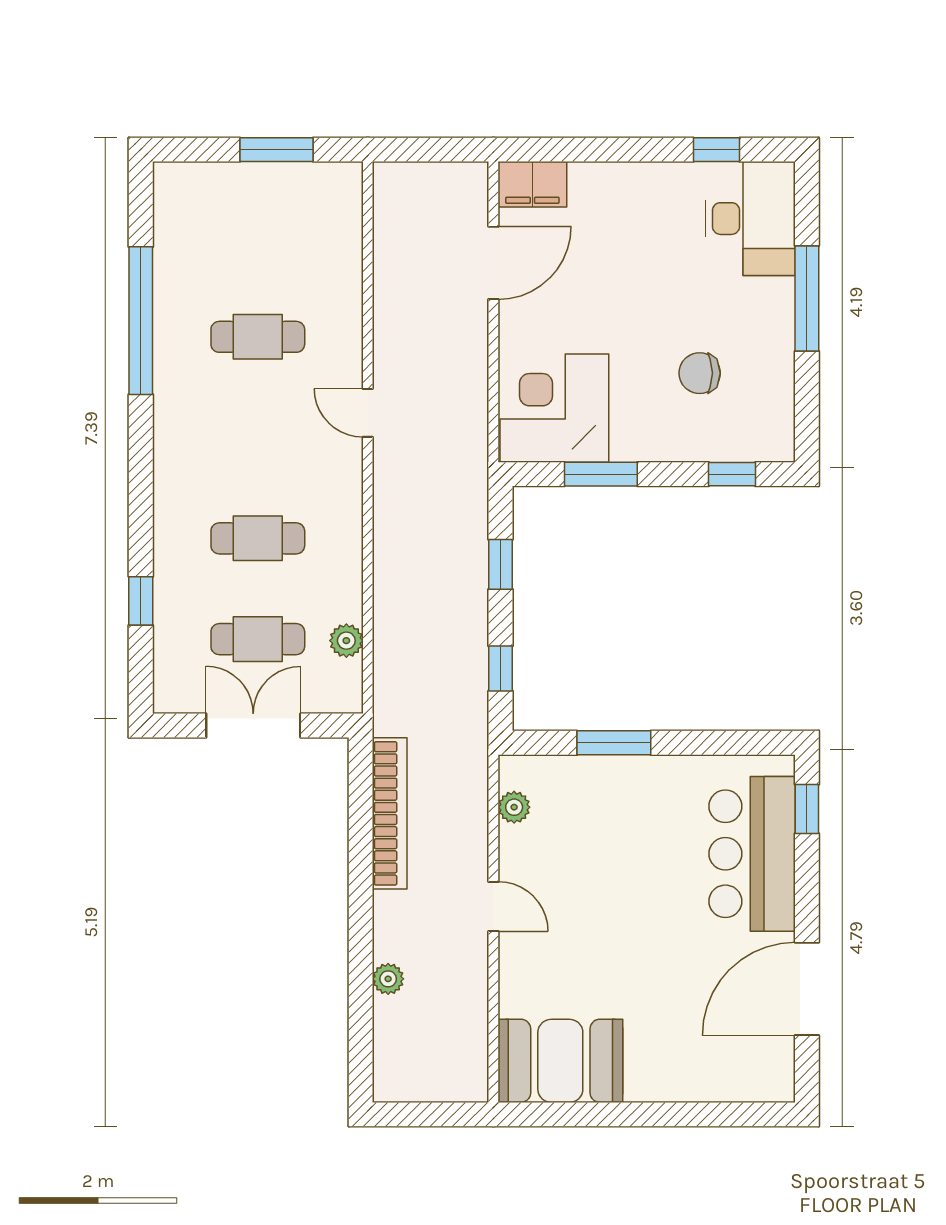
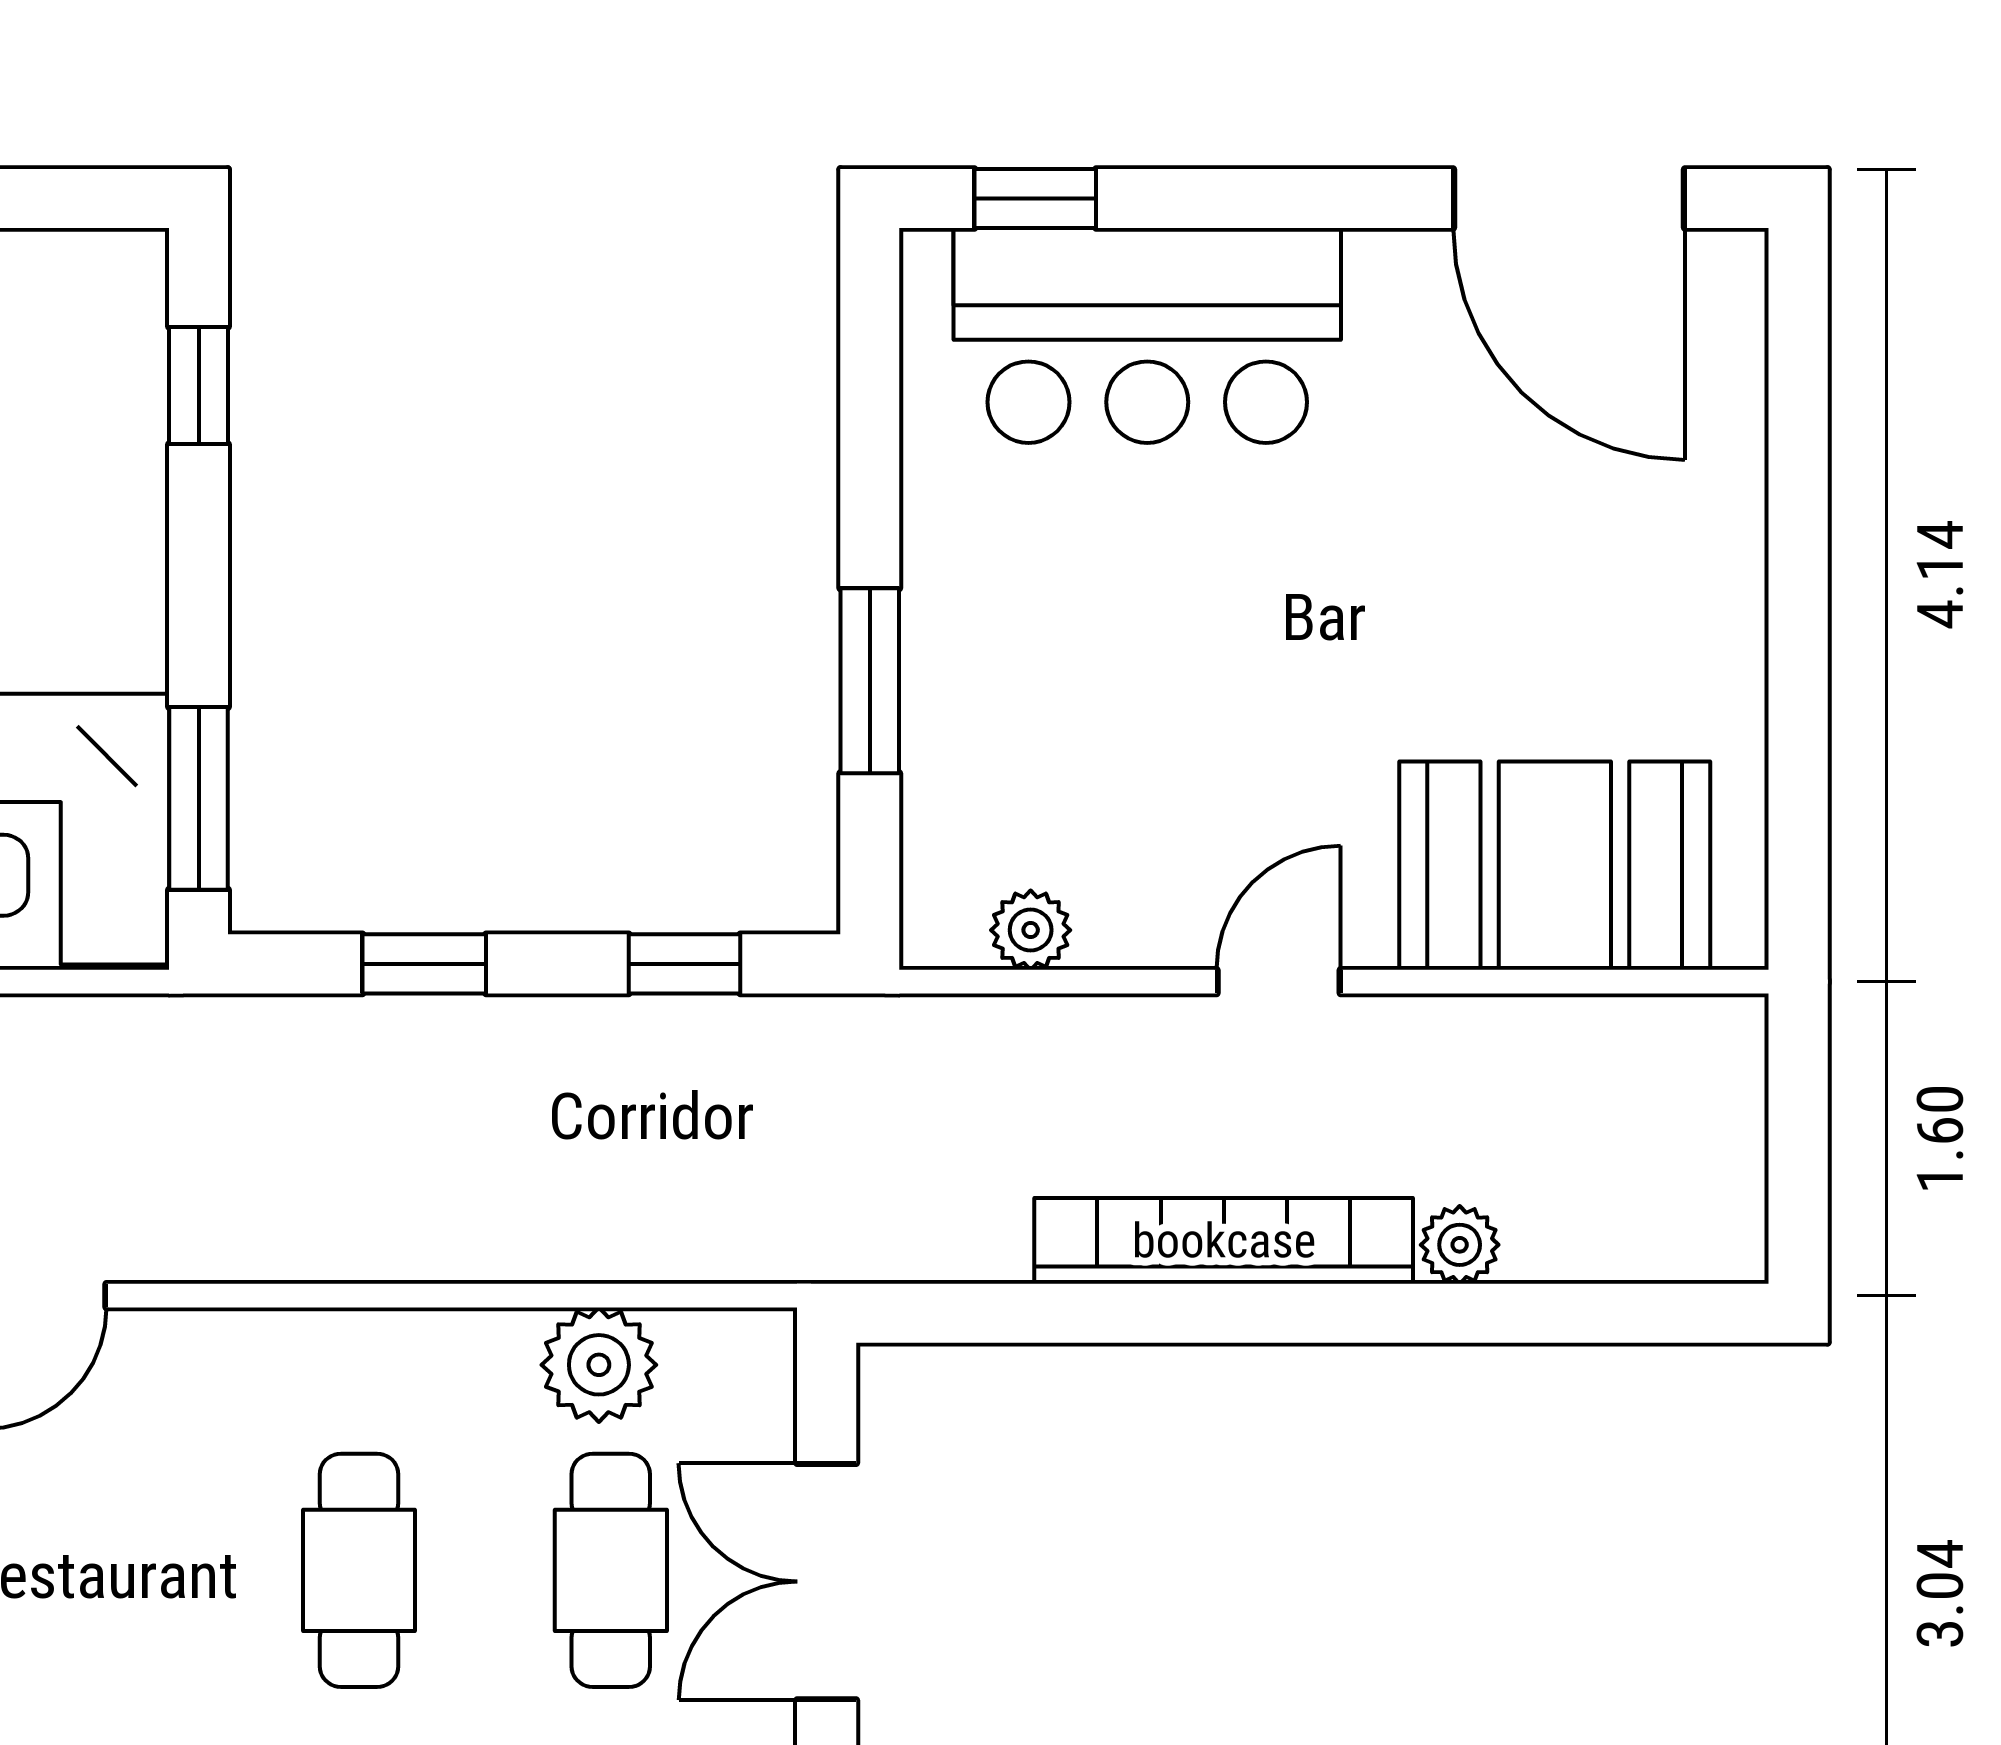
window: (601, 474) -> (199, 798), moved
plant: (346, 641) -> (599, 1365), width x1.38, depth x1.38
bookcase: (390, 813) -> (1224, 1241), moved
door: (807, 989) -> (1569, 198), moved
booth: (560, 1061) -> (1555, 866), moved, turned 90

